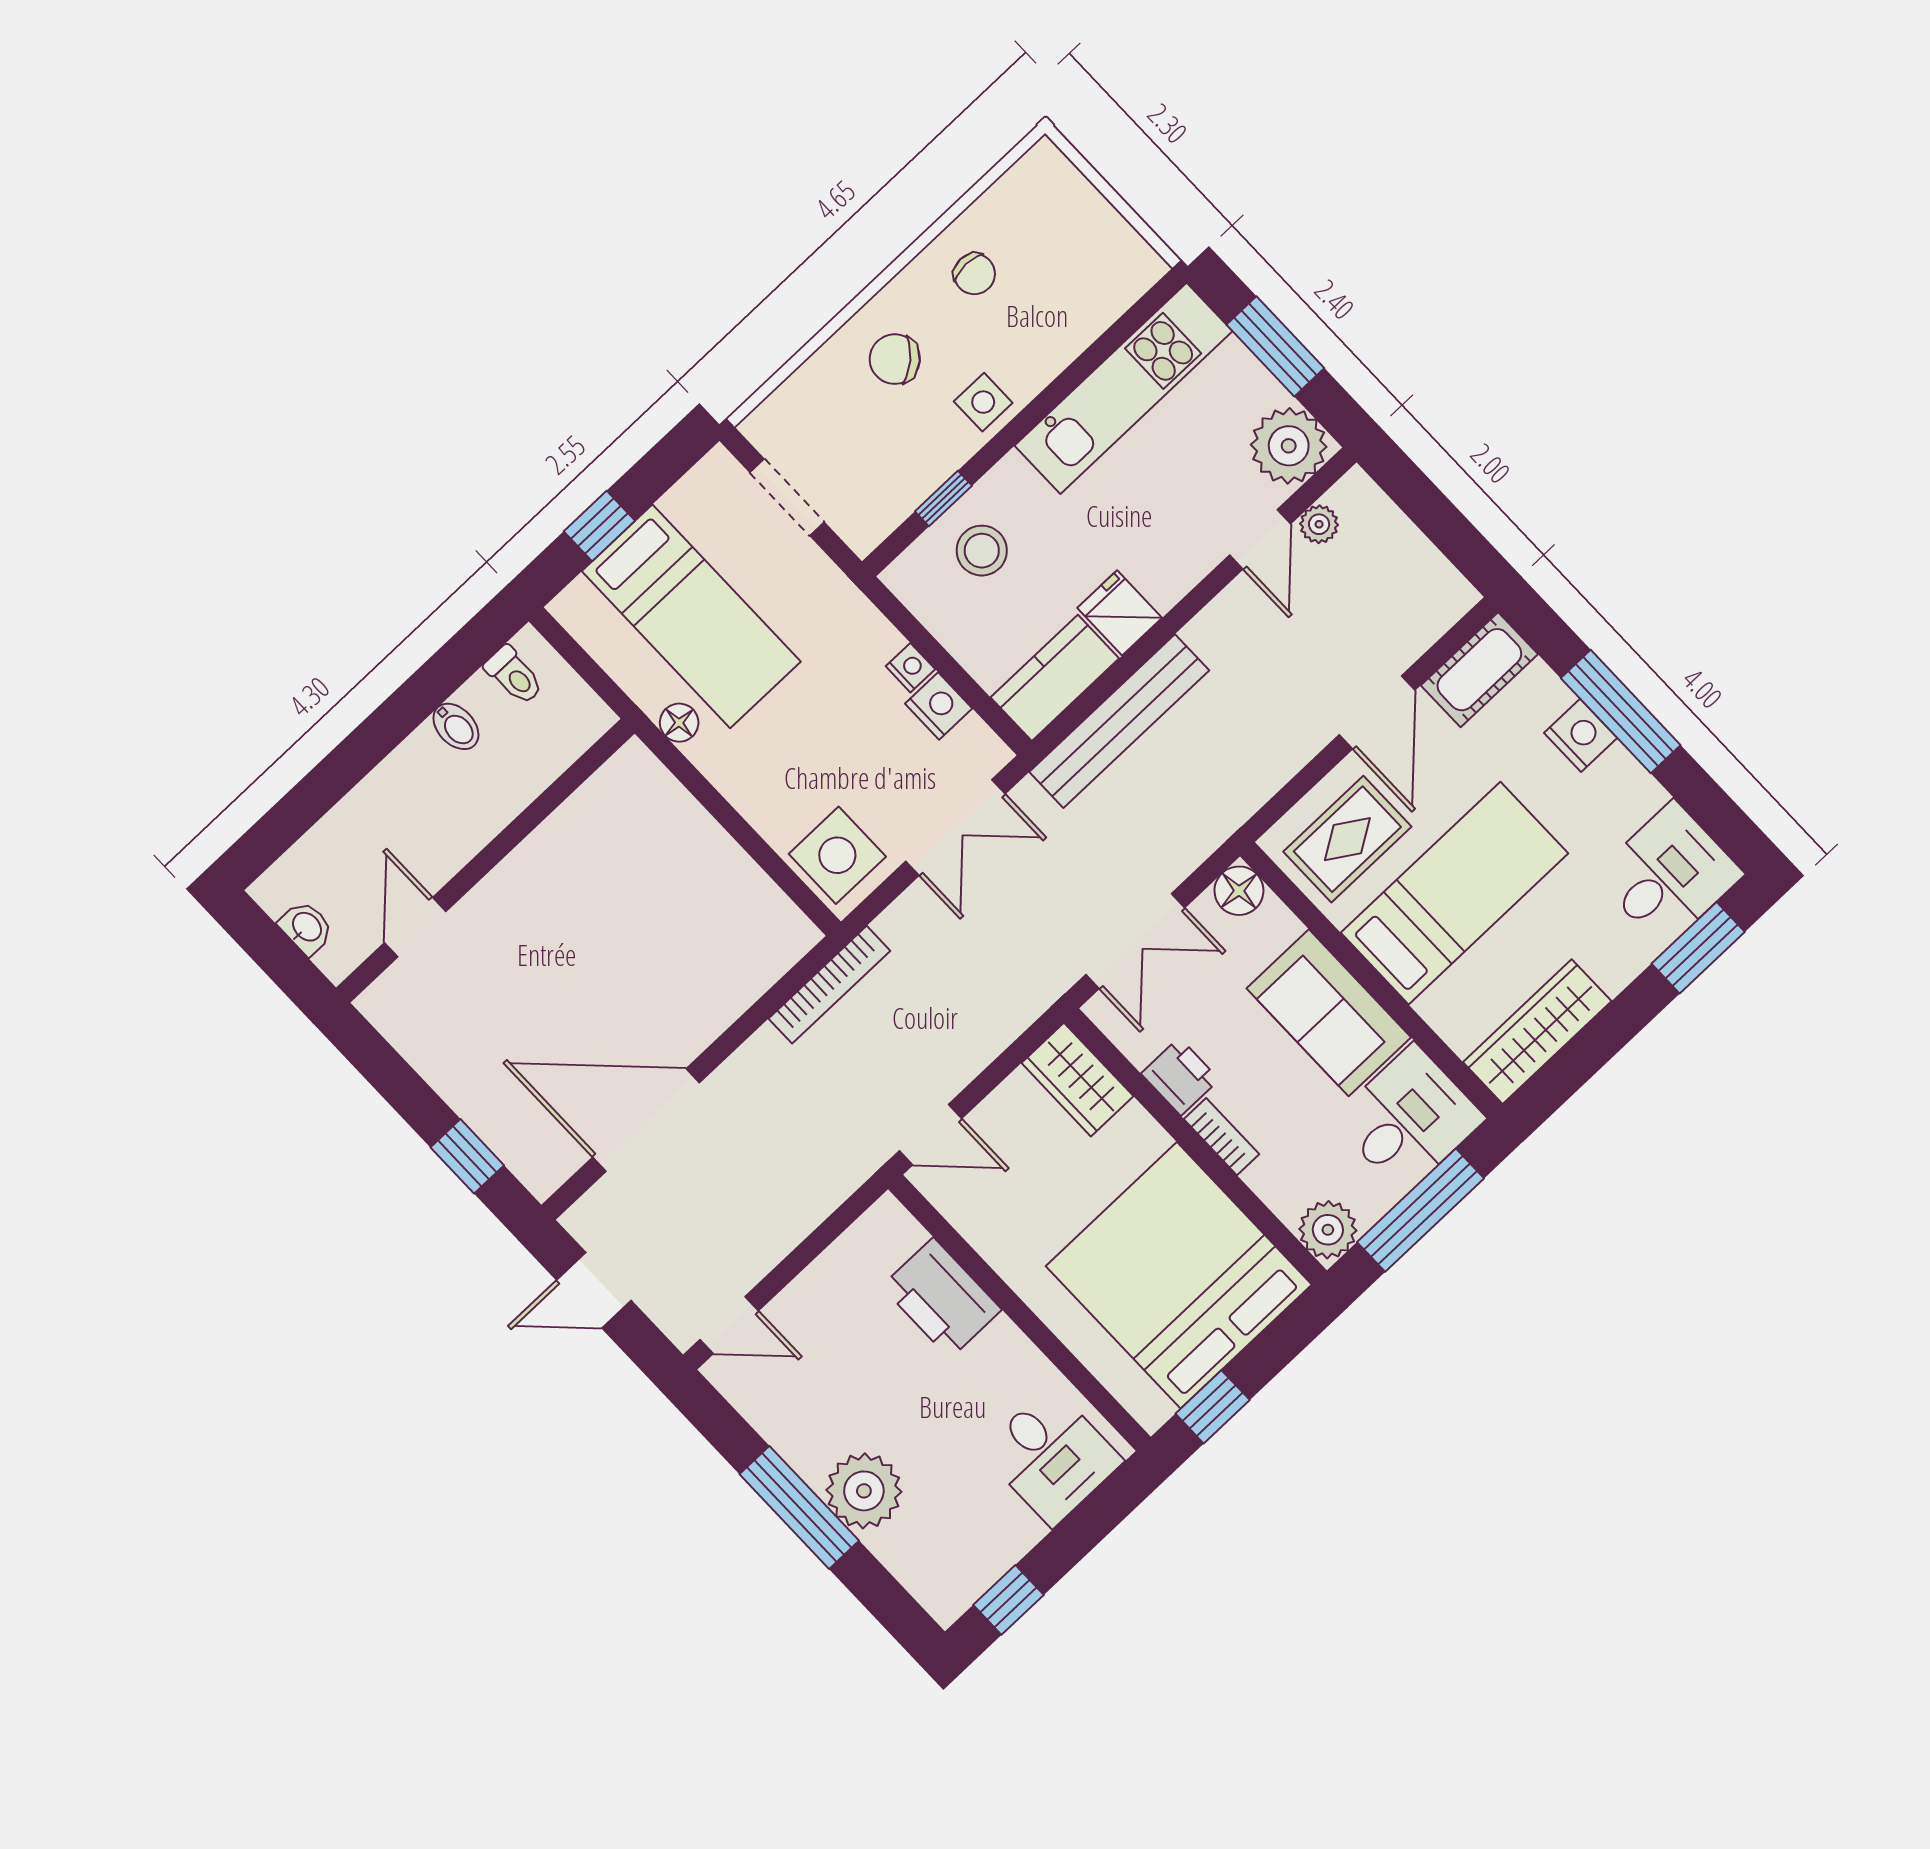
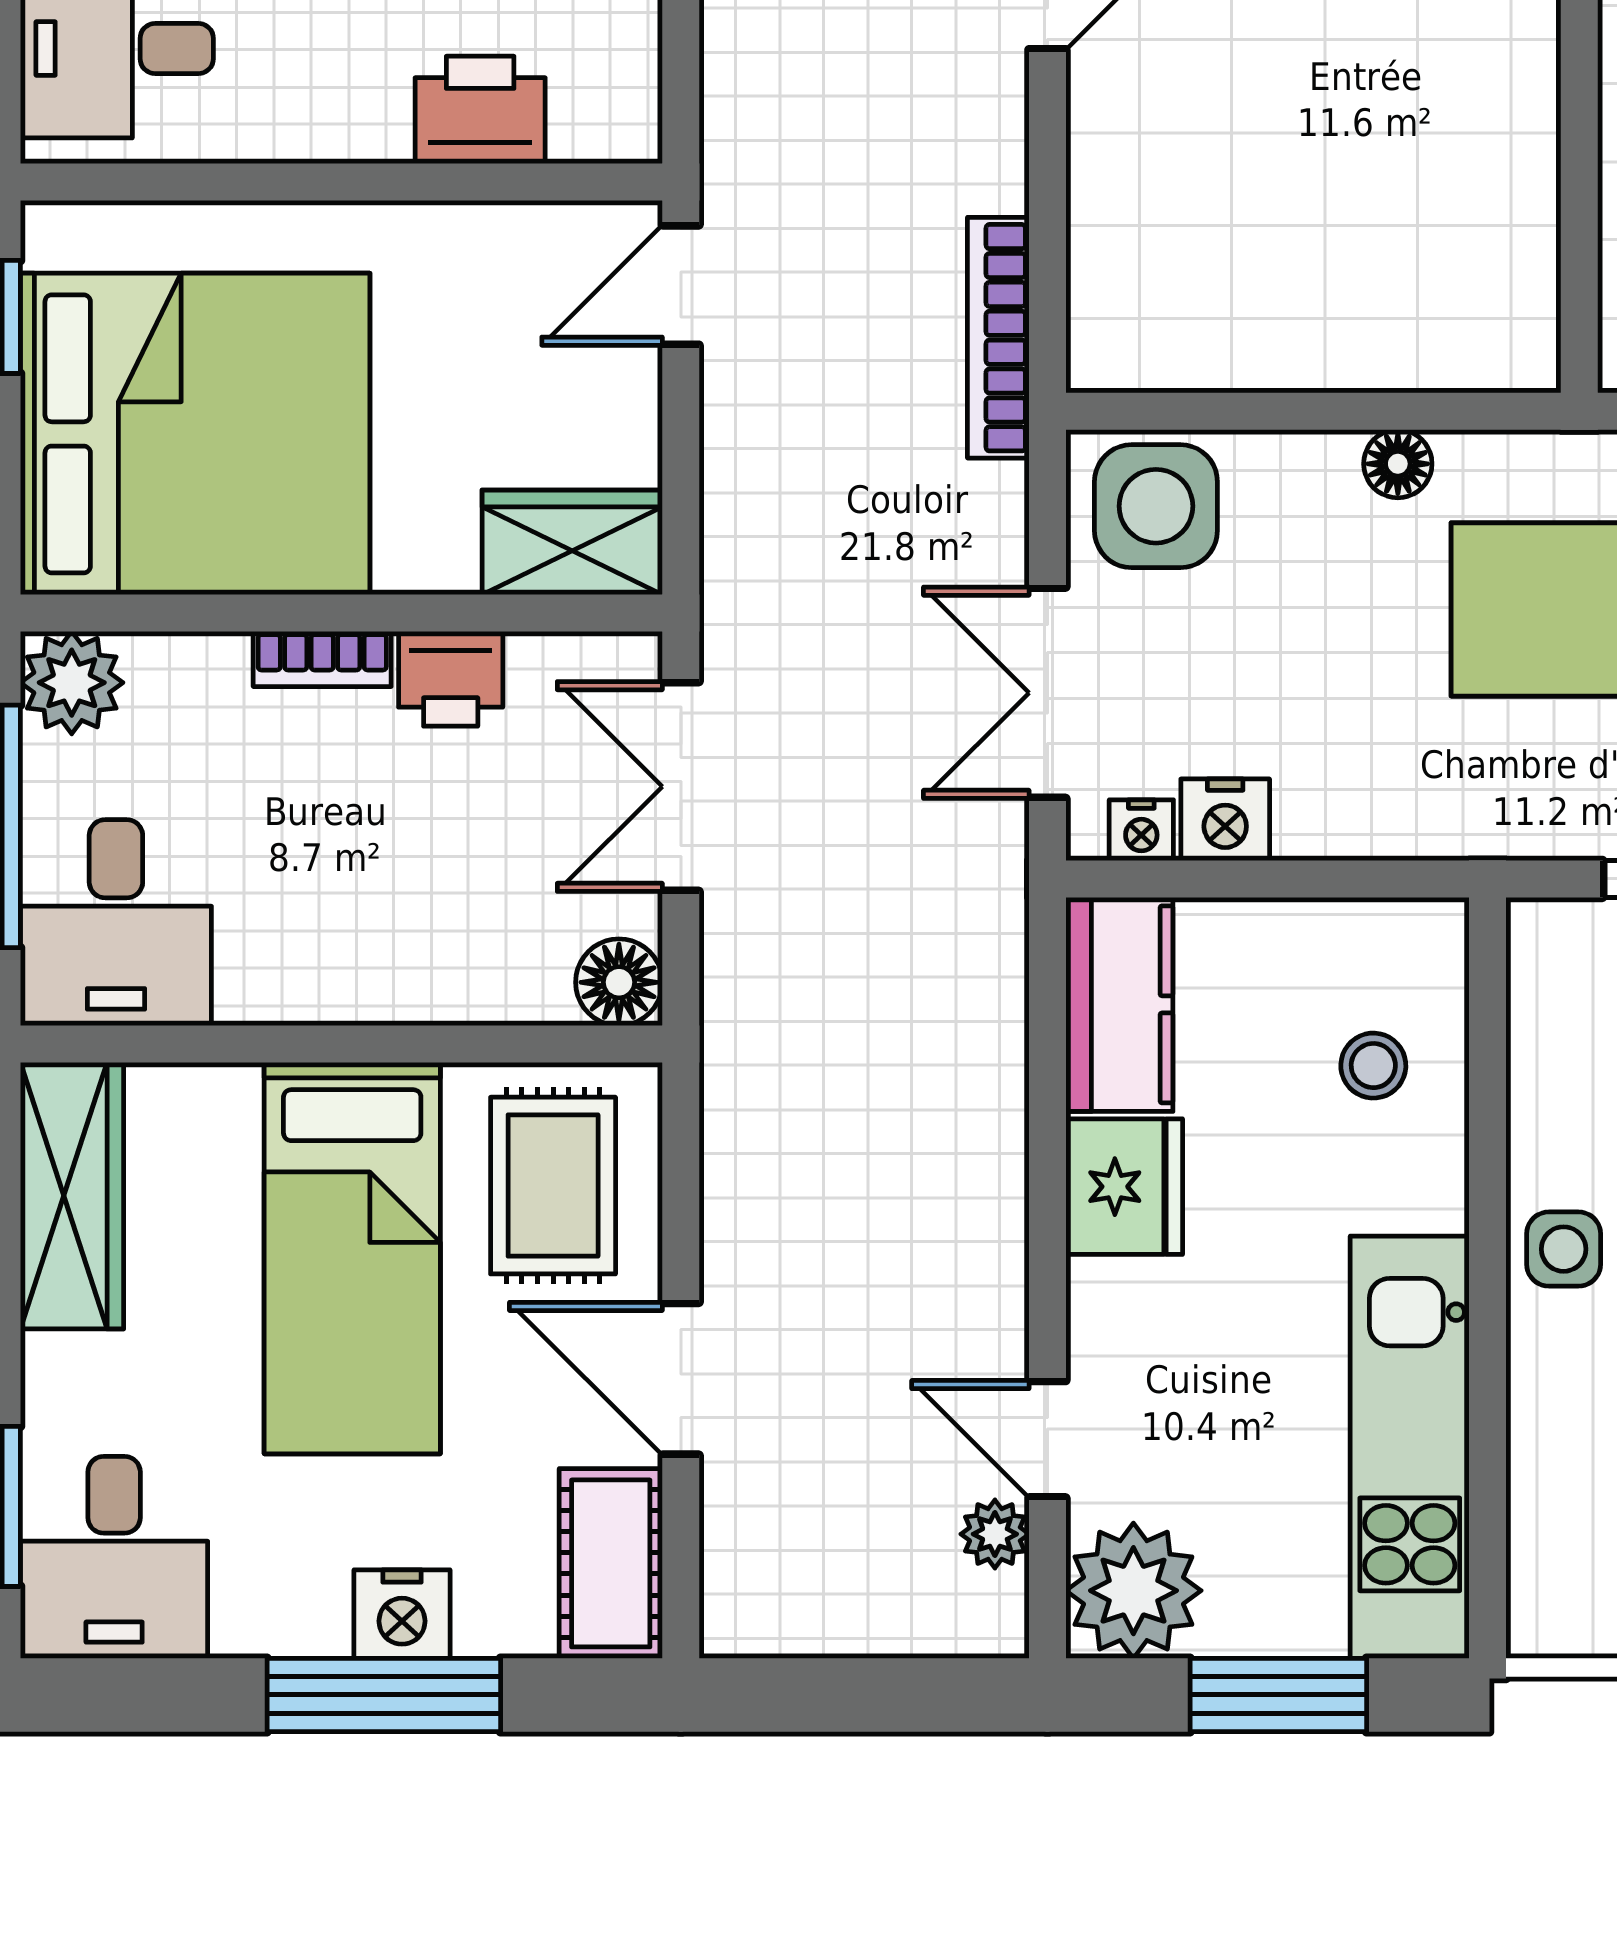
window: (943, 498) -> (1488, 1080), removed
stool: (982, 551) -> (1373, 1066), width x0.73, depth x0.73
fridge: (1120, 613) -> (1124, 1187), width x1.38
nightstand: (910, 668) -> (1141, 830), moved
bench: (1119, 721) -> (985, 1035), removed
floor lamp: (679, 723) -> (1398, 464), moved
sofa: (1329, 1013) -> (351, 949), removed
printer: (942, 1298) -> (480, 110), width x0.73, depth x0.84

